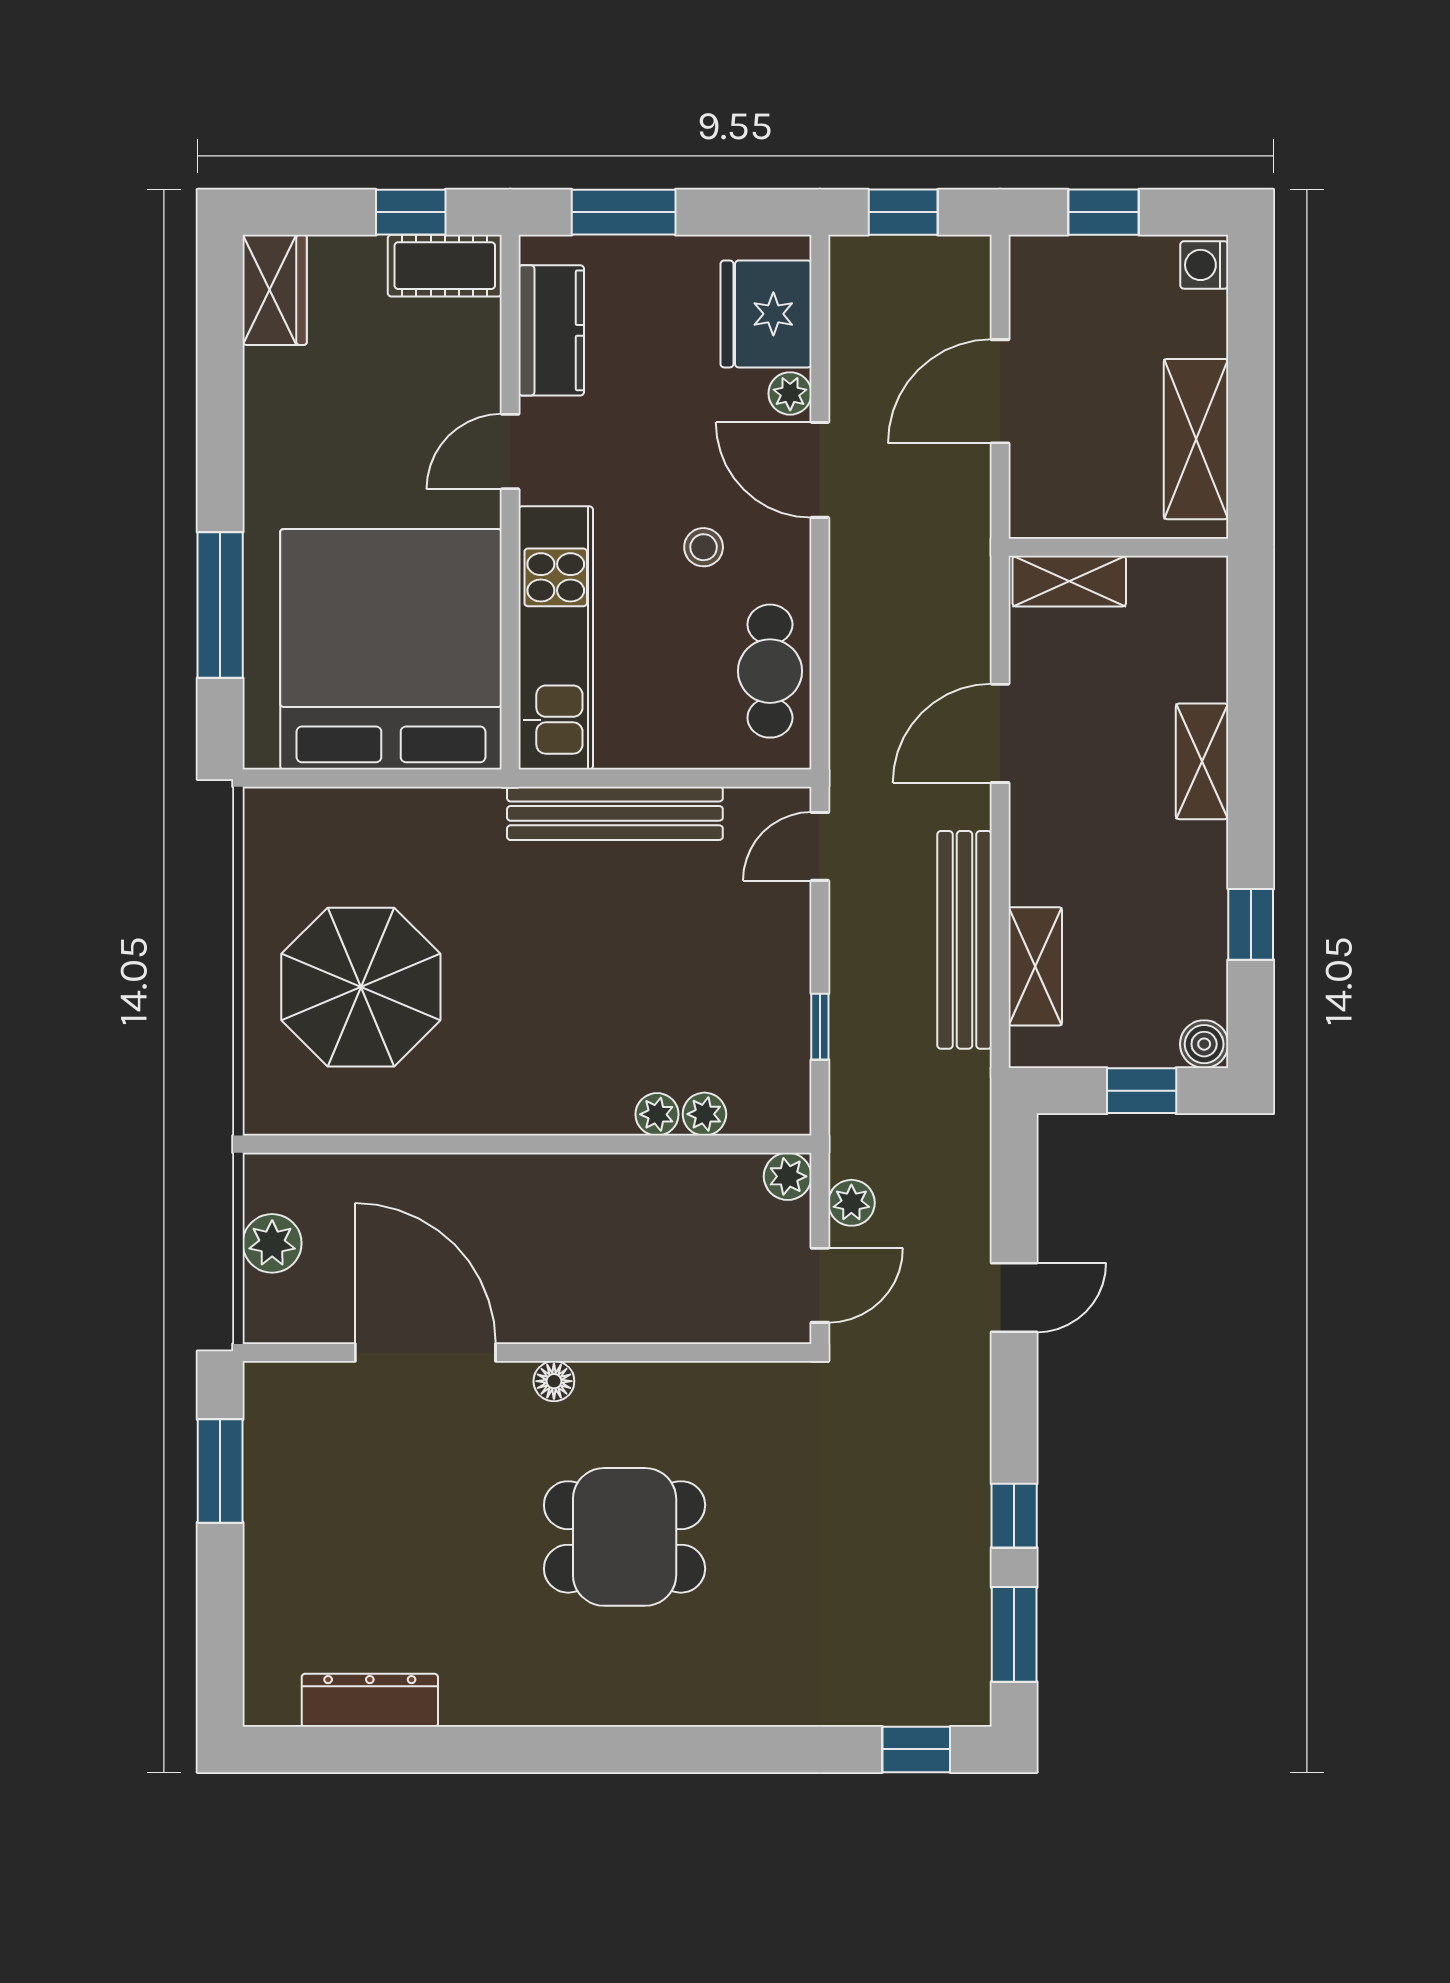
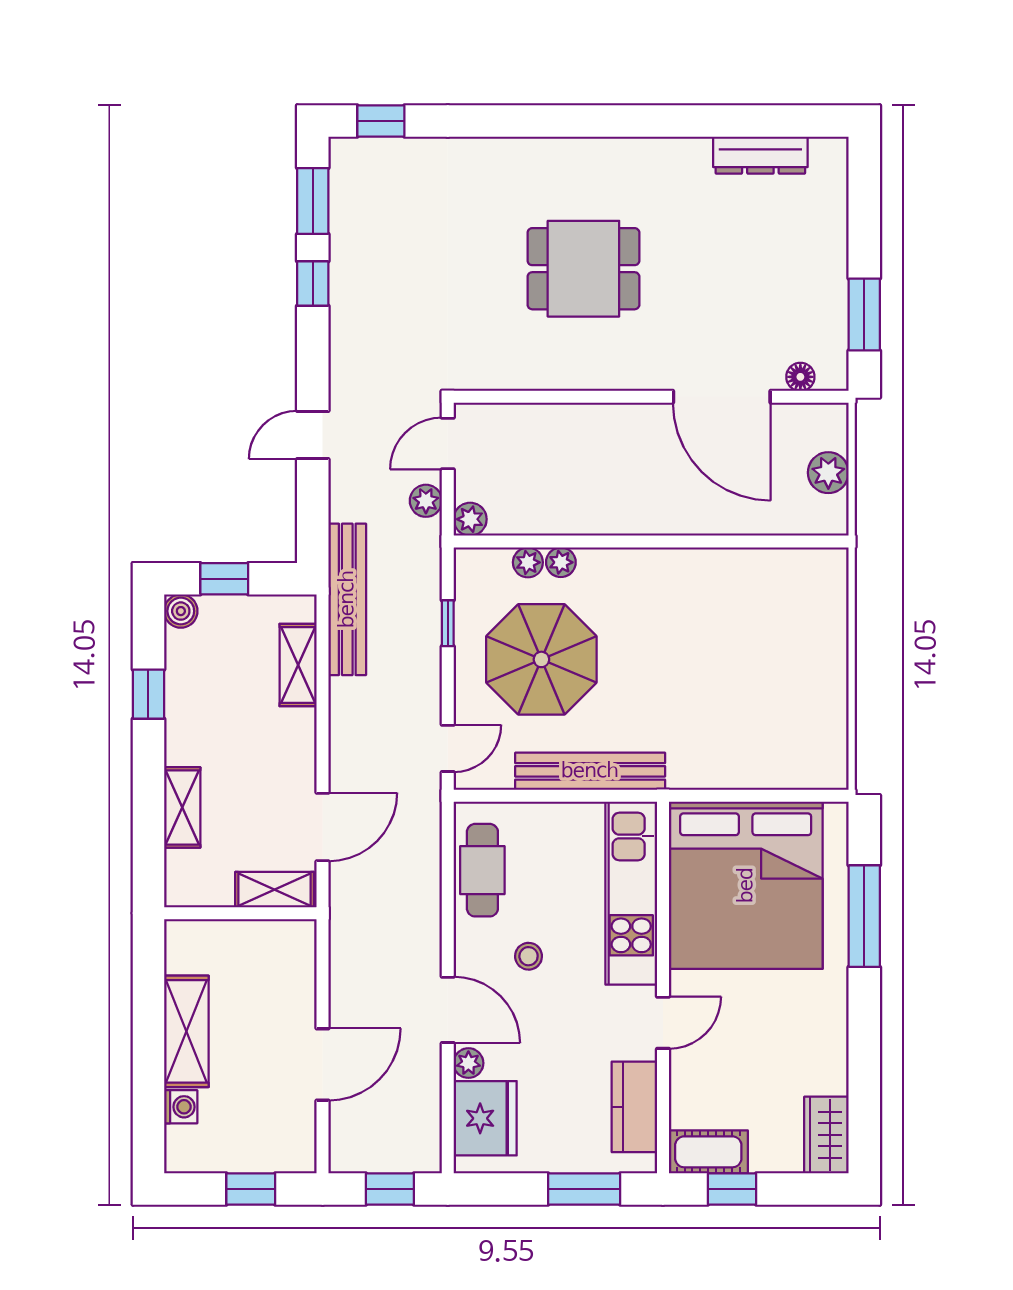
washing machine: (1204, 265) -> (181, 1107), moved
wall: (1118, 547) -> (240, 913), moved
shelving: (1069, 581) -> (275, 890), moved
bench: (965, 940) -> (347, 599), moved
parasol: (361, 987) -> (541, 659), moved
floor lamp: (554, 1381) -> (800, 377), moved

